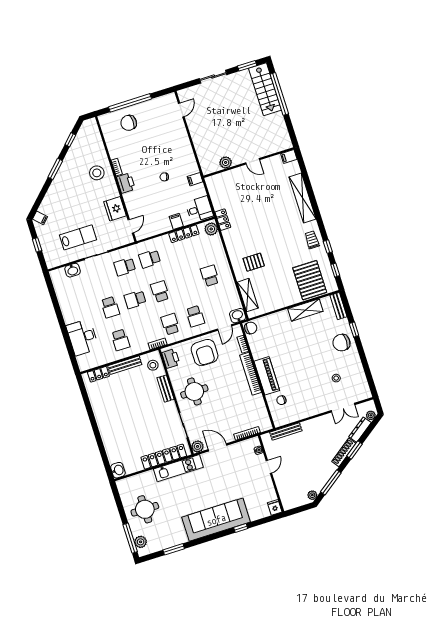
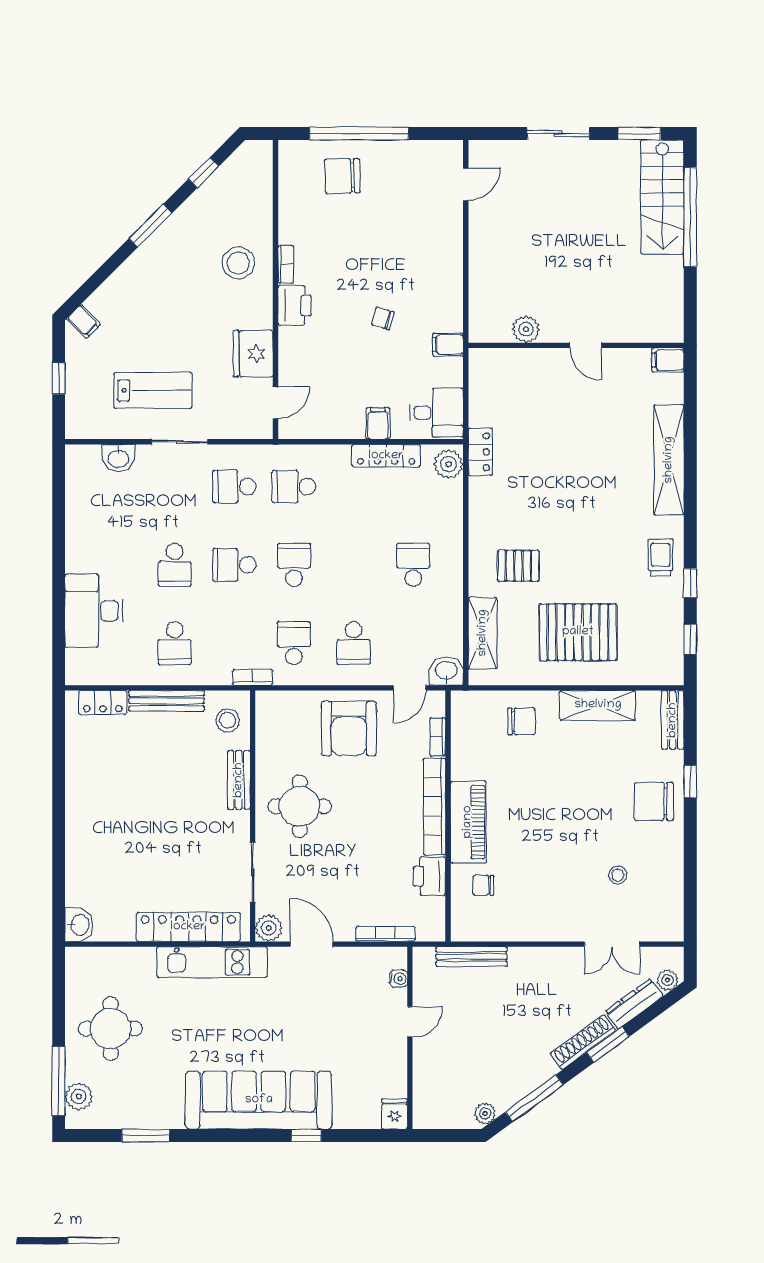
pallet: (310, 280) -> (578, 632), moved, turned 90
chair: (251, 328) -> (521, 721), moved
printer: (171, 359) -> (429, 876), moved, turned 180

